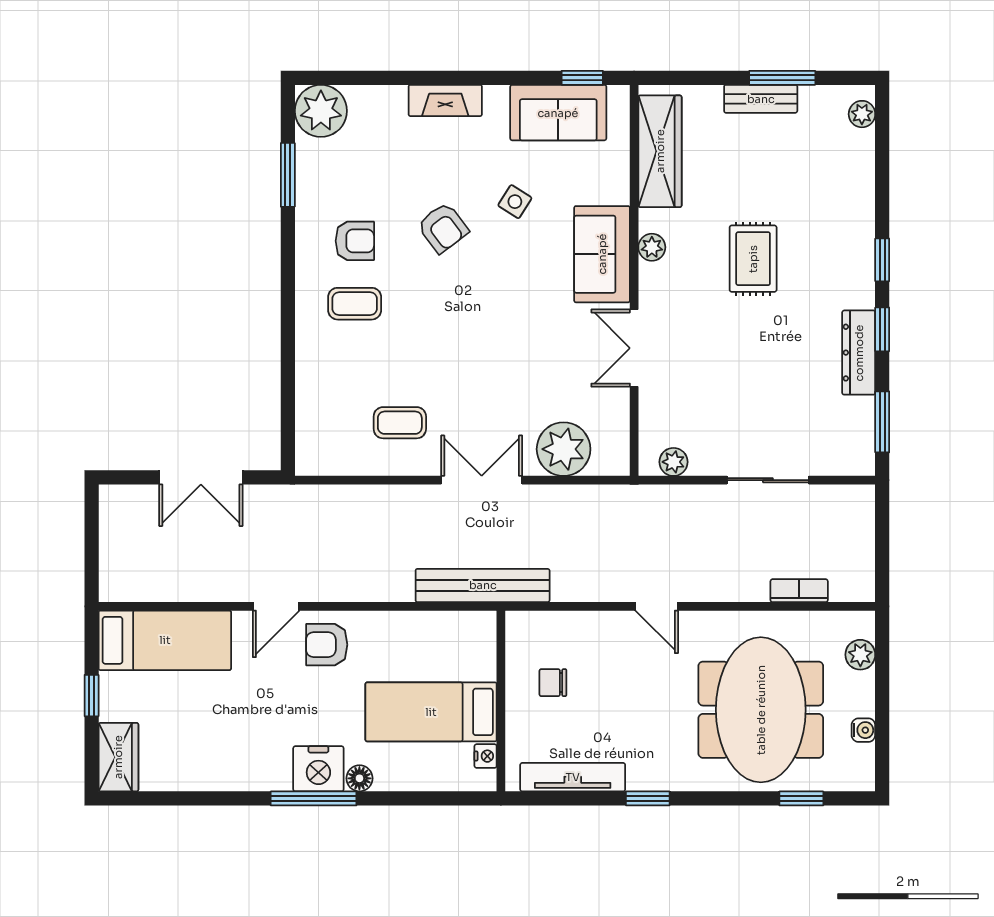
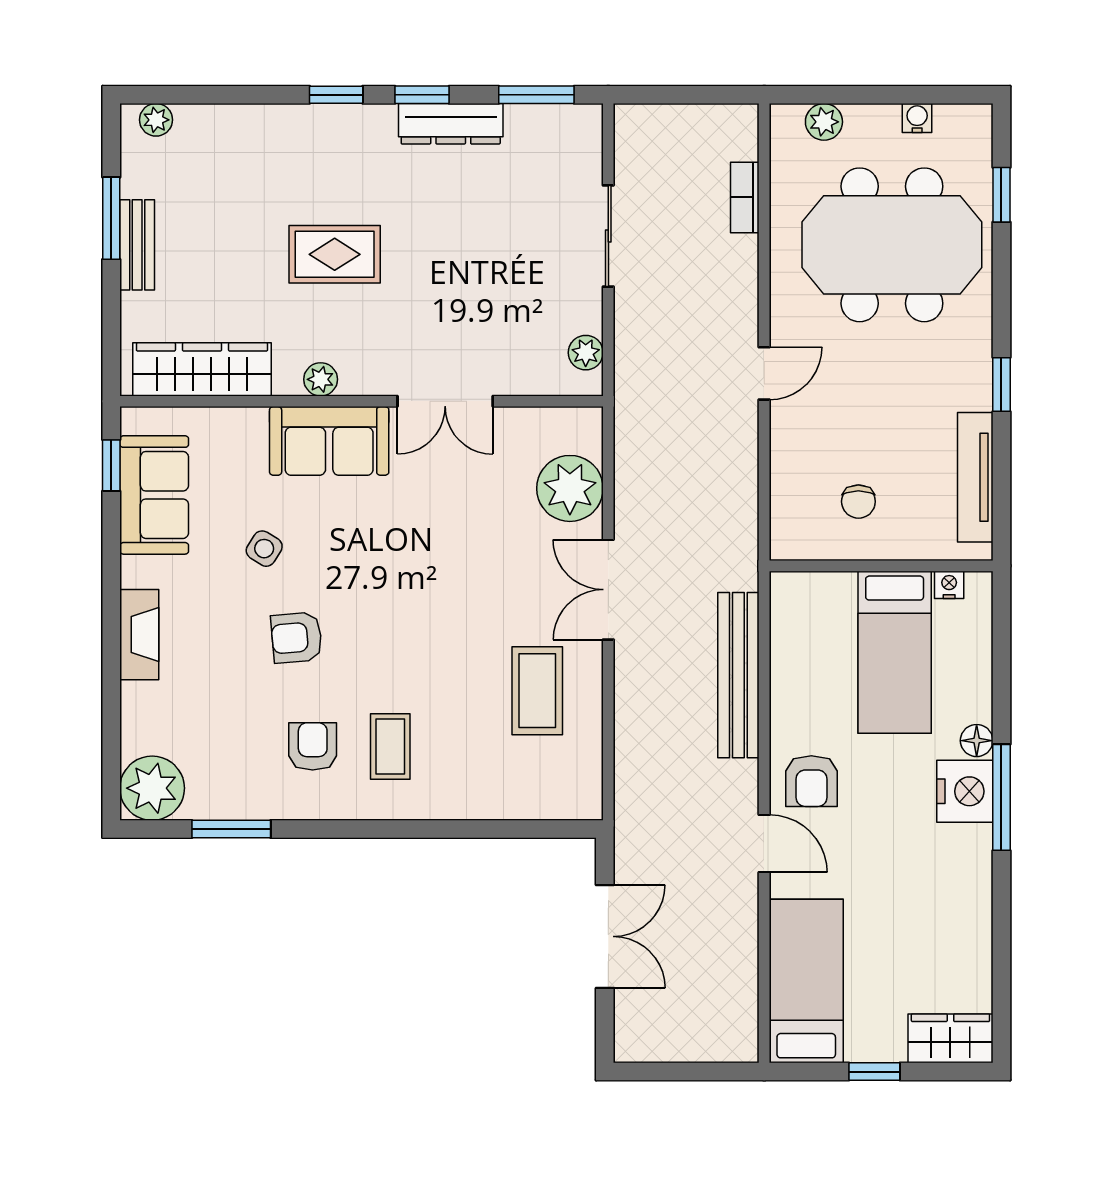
armchair: (443, 228) -> (297, 638), turned -148
coffee table: (400, 423) -> (537, 691), width x1.36, depth x1.30
bench: (483, 585) -> (738, 675), moved

